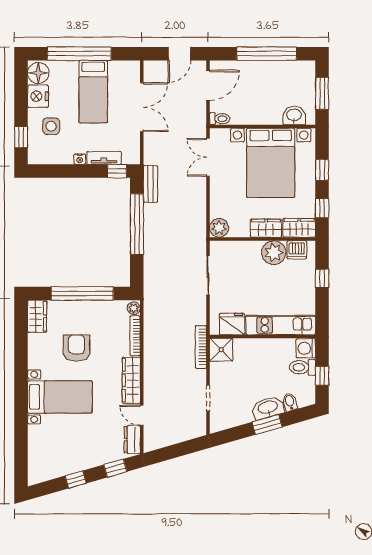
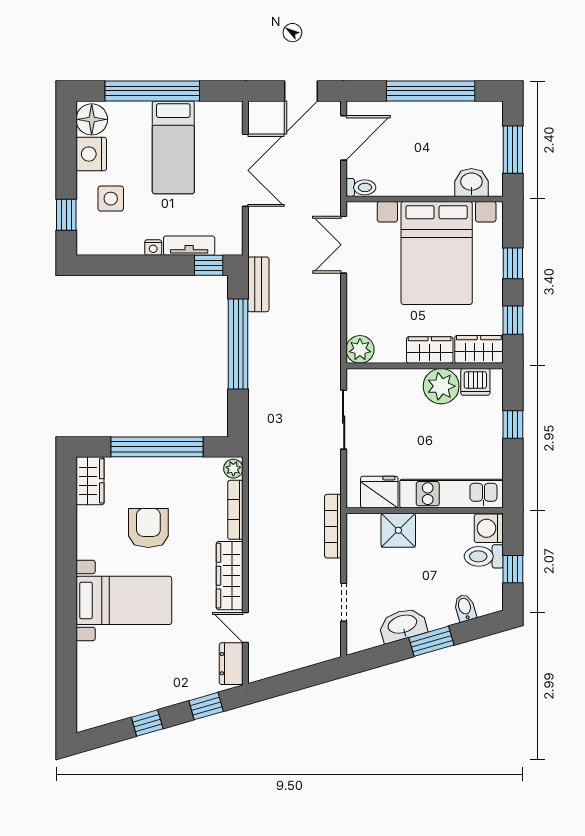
shower: (221, 350) -> (398, 530), moved
washbasin: (268, 408) -> (403, 625), moved

